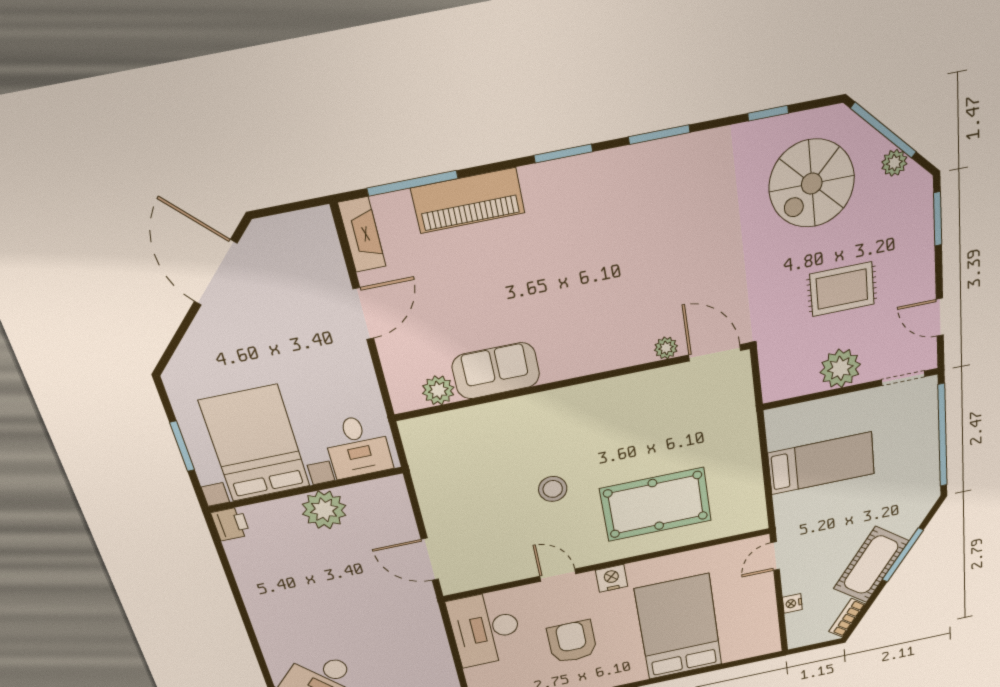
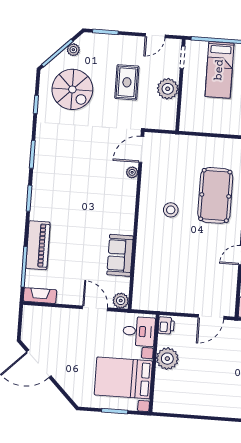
door: (363, 314) -> (95, 308), moved
plant: (438, 390) -> (121, 301), moved
bed: (821, 463) -> (219, 70), moved, turned 180
stool: (553, 489) -> (171, 210), moved
printer: (231, 524) -> (166, 325), moved, turned 90

